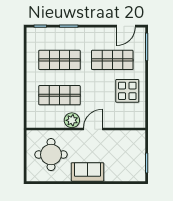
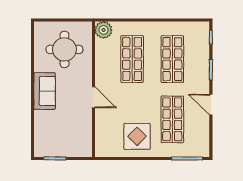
door: (126, 26) -> (211, 105), moved
plant: (72, 120) -> (104, 30), moved

